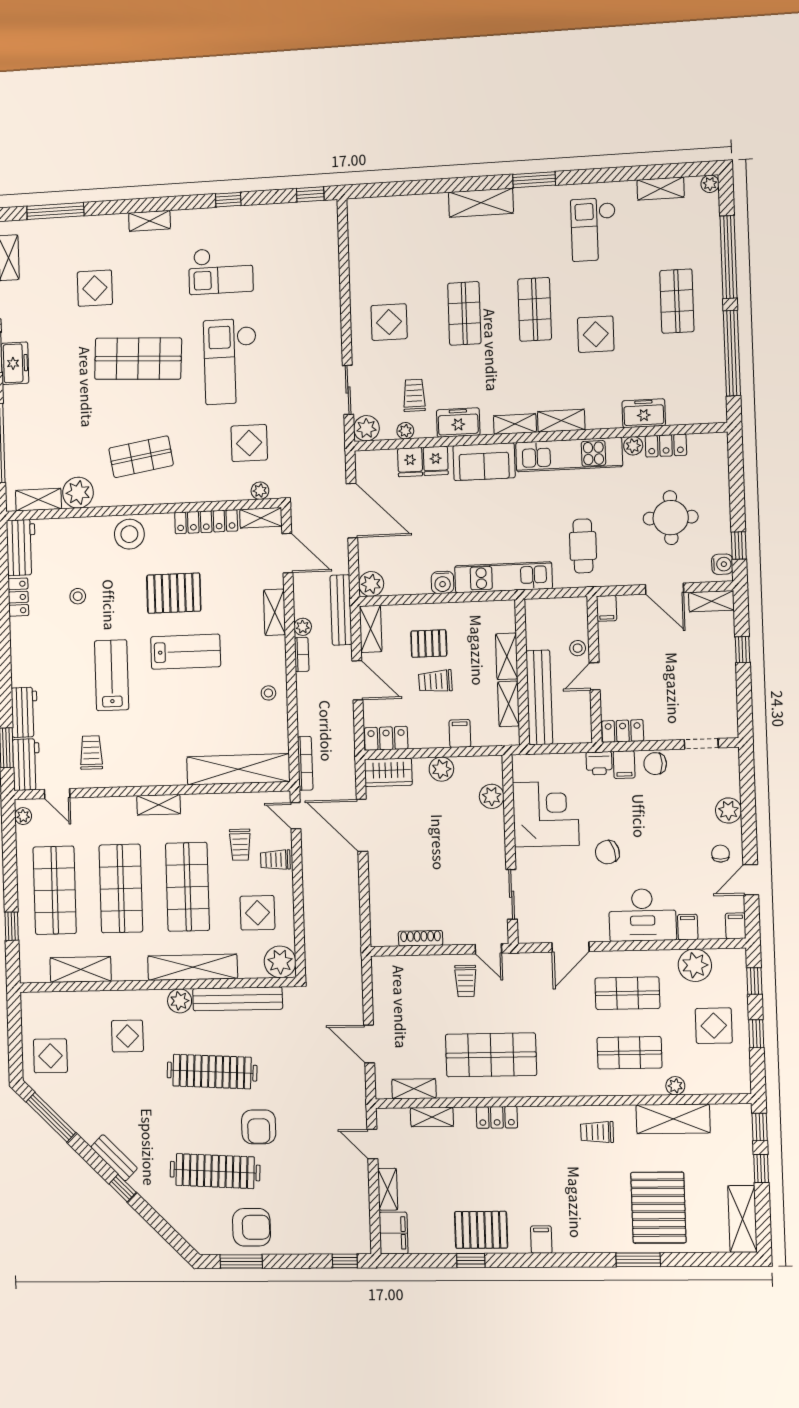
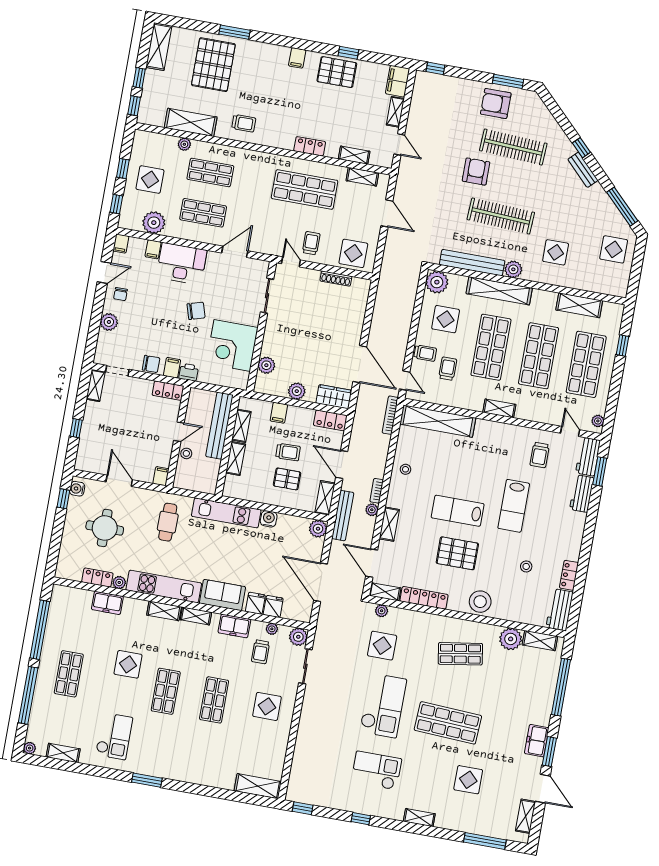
shelving: (481, 203) -> (258, 786), moved
shelving: (711, 601) -> (96, 386), moved, turned 90
display table: (404, 979) -> (353, 253), added

